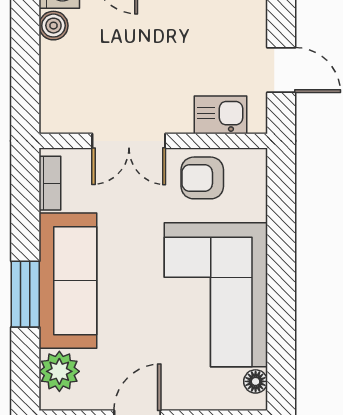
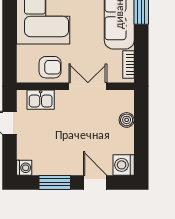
boiler: (53, 26) -> (127, 120), moved

